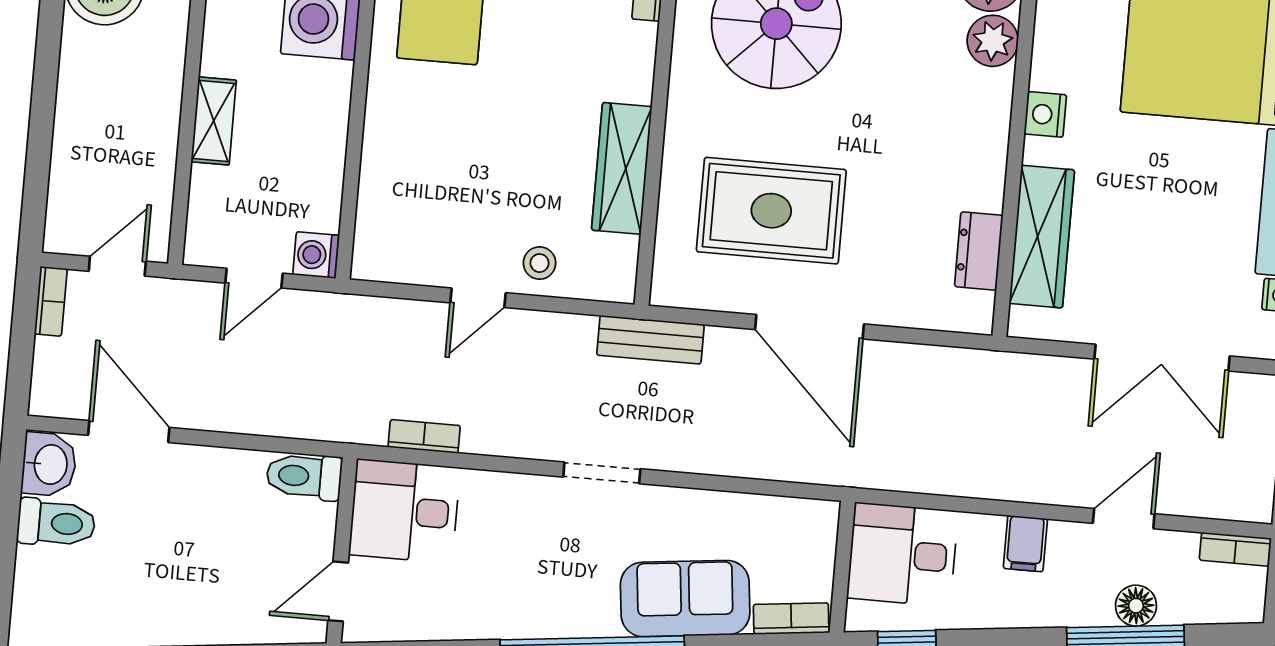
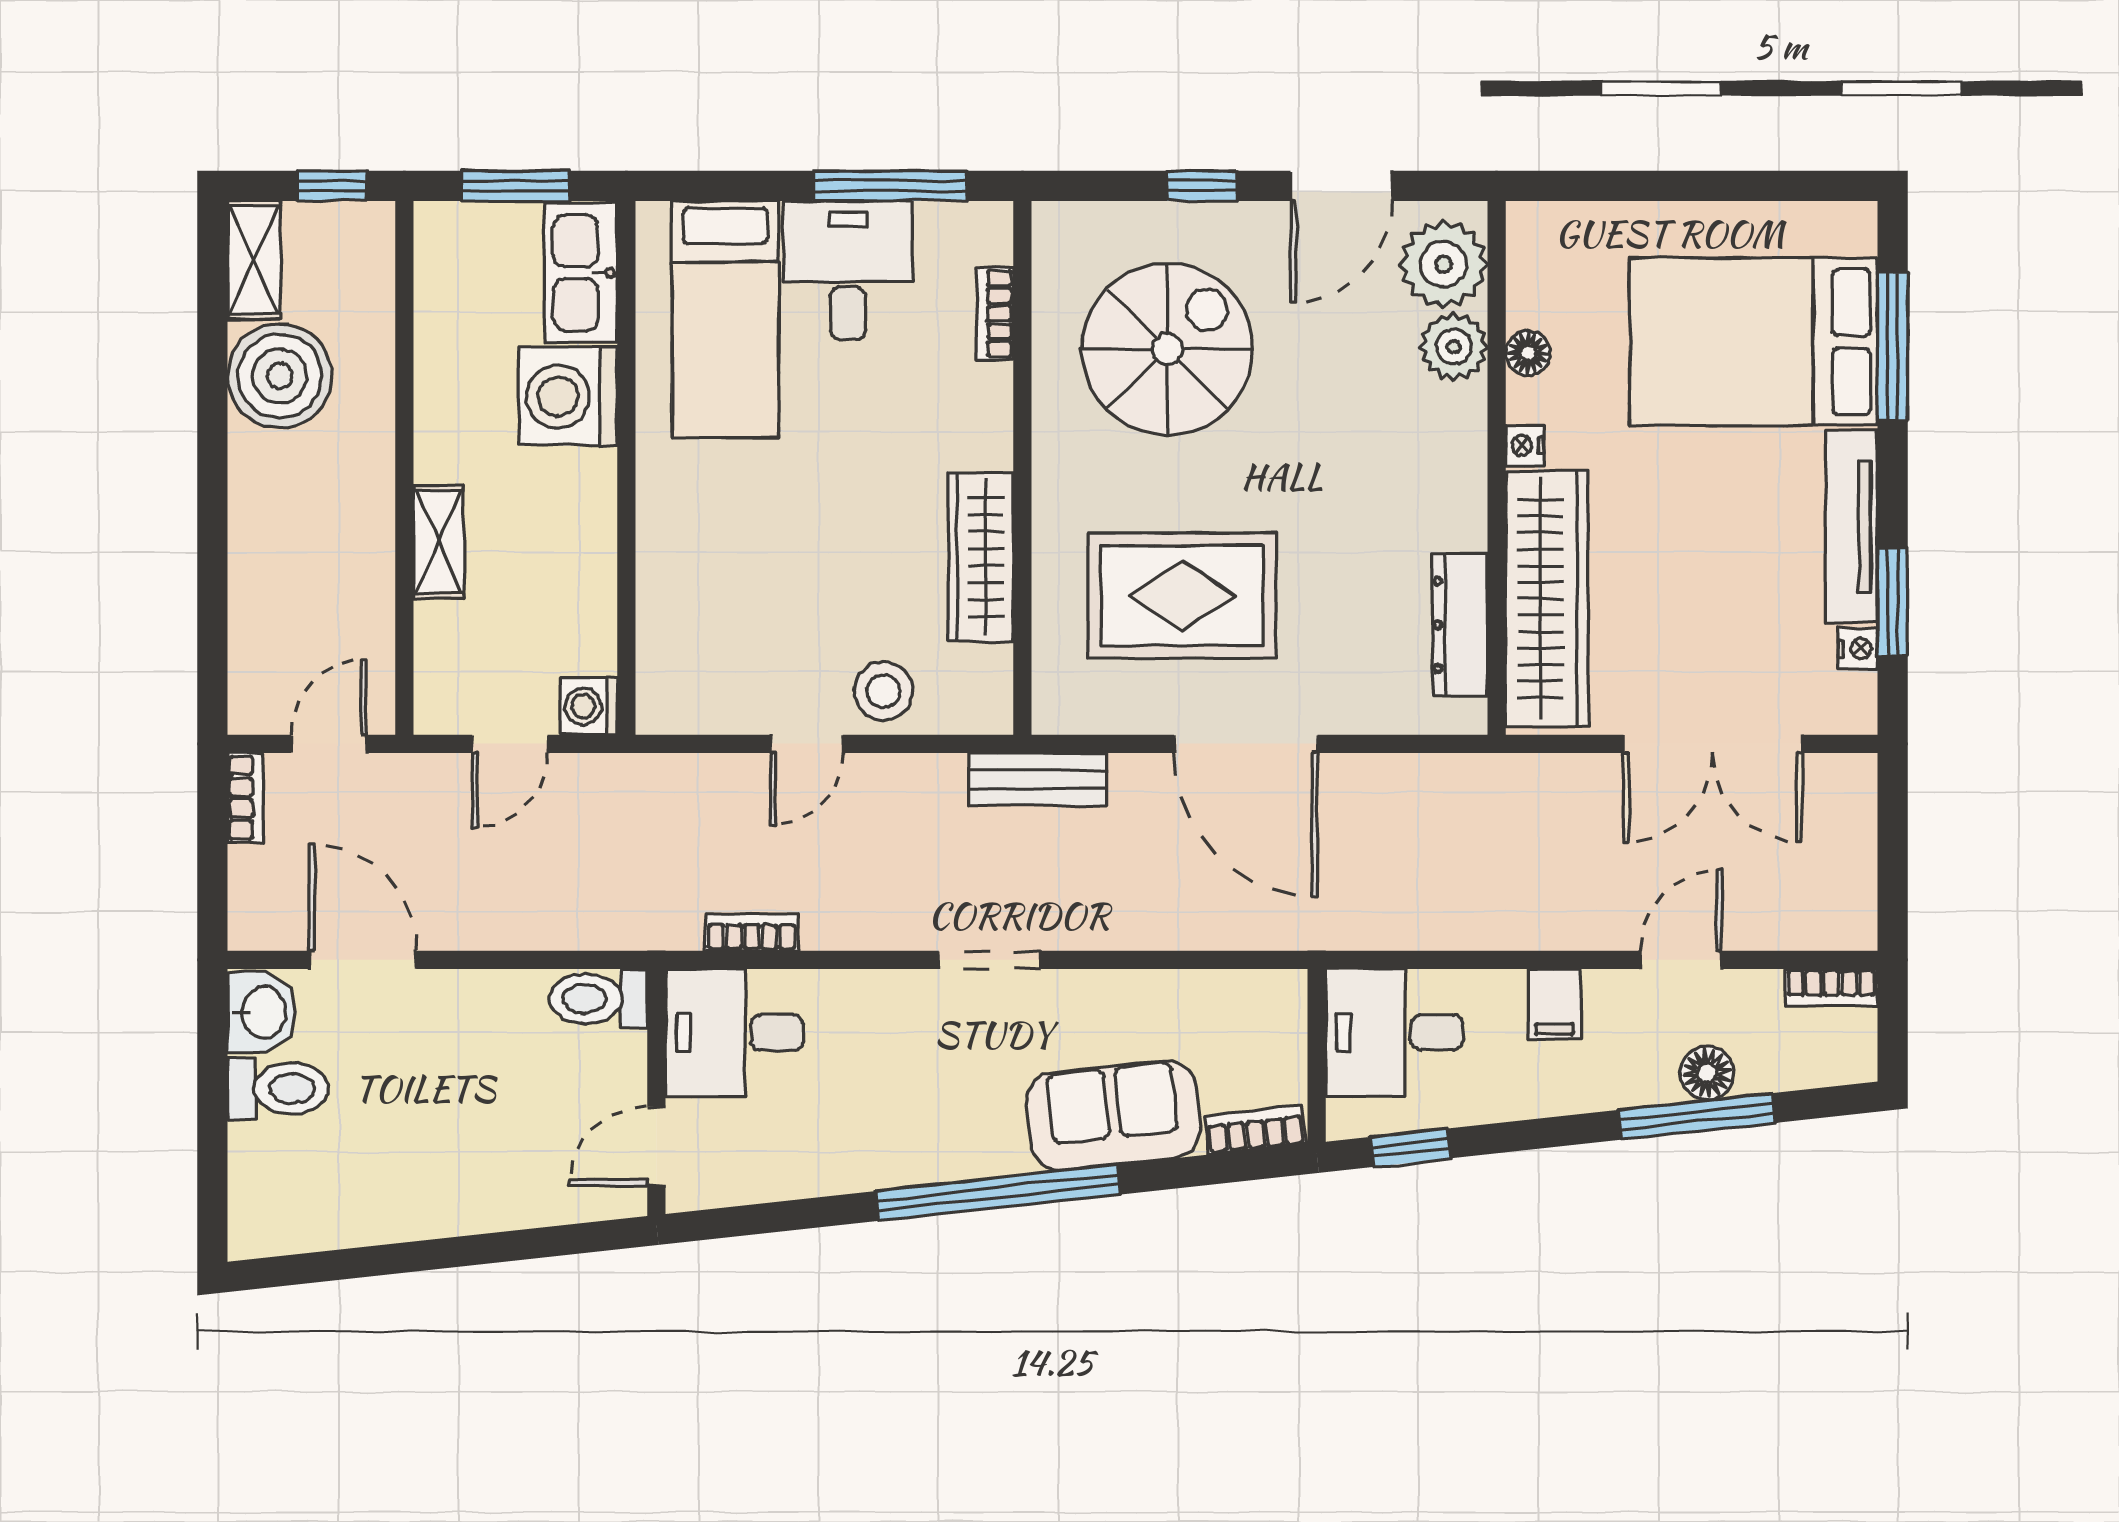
floor lamp: (1048, 50) -> (1528, 353), added
nightstand: (1045, 114) -> (1525, 445), width x0.72, depth x0.74
wardrobe: (1042, 237) -> (1547, 599), width x1.40, depth x1.17
dresser: (979, 251) -> (1460, 625), width x1.44
stool: (540, 263) -> (883, 691), width x1.37, depth x1.37

